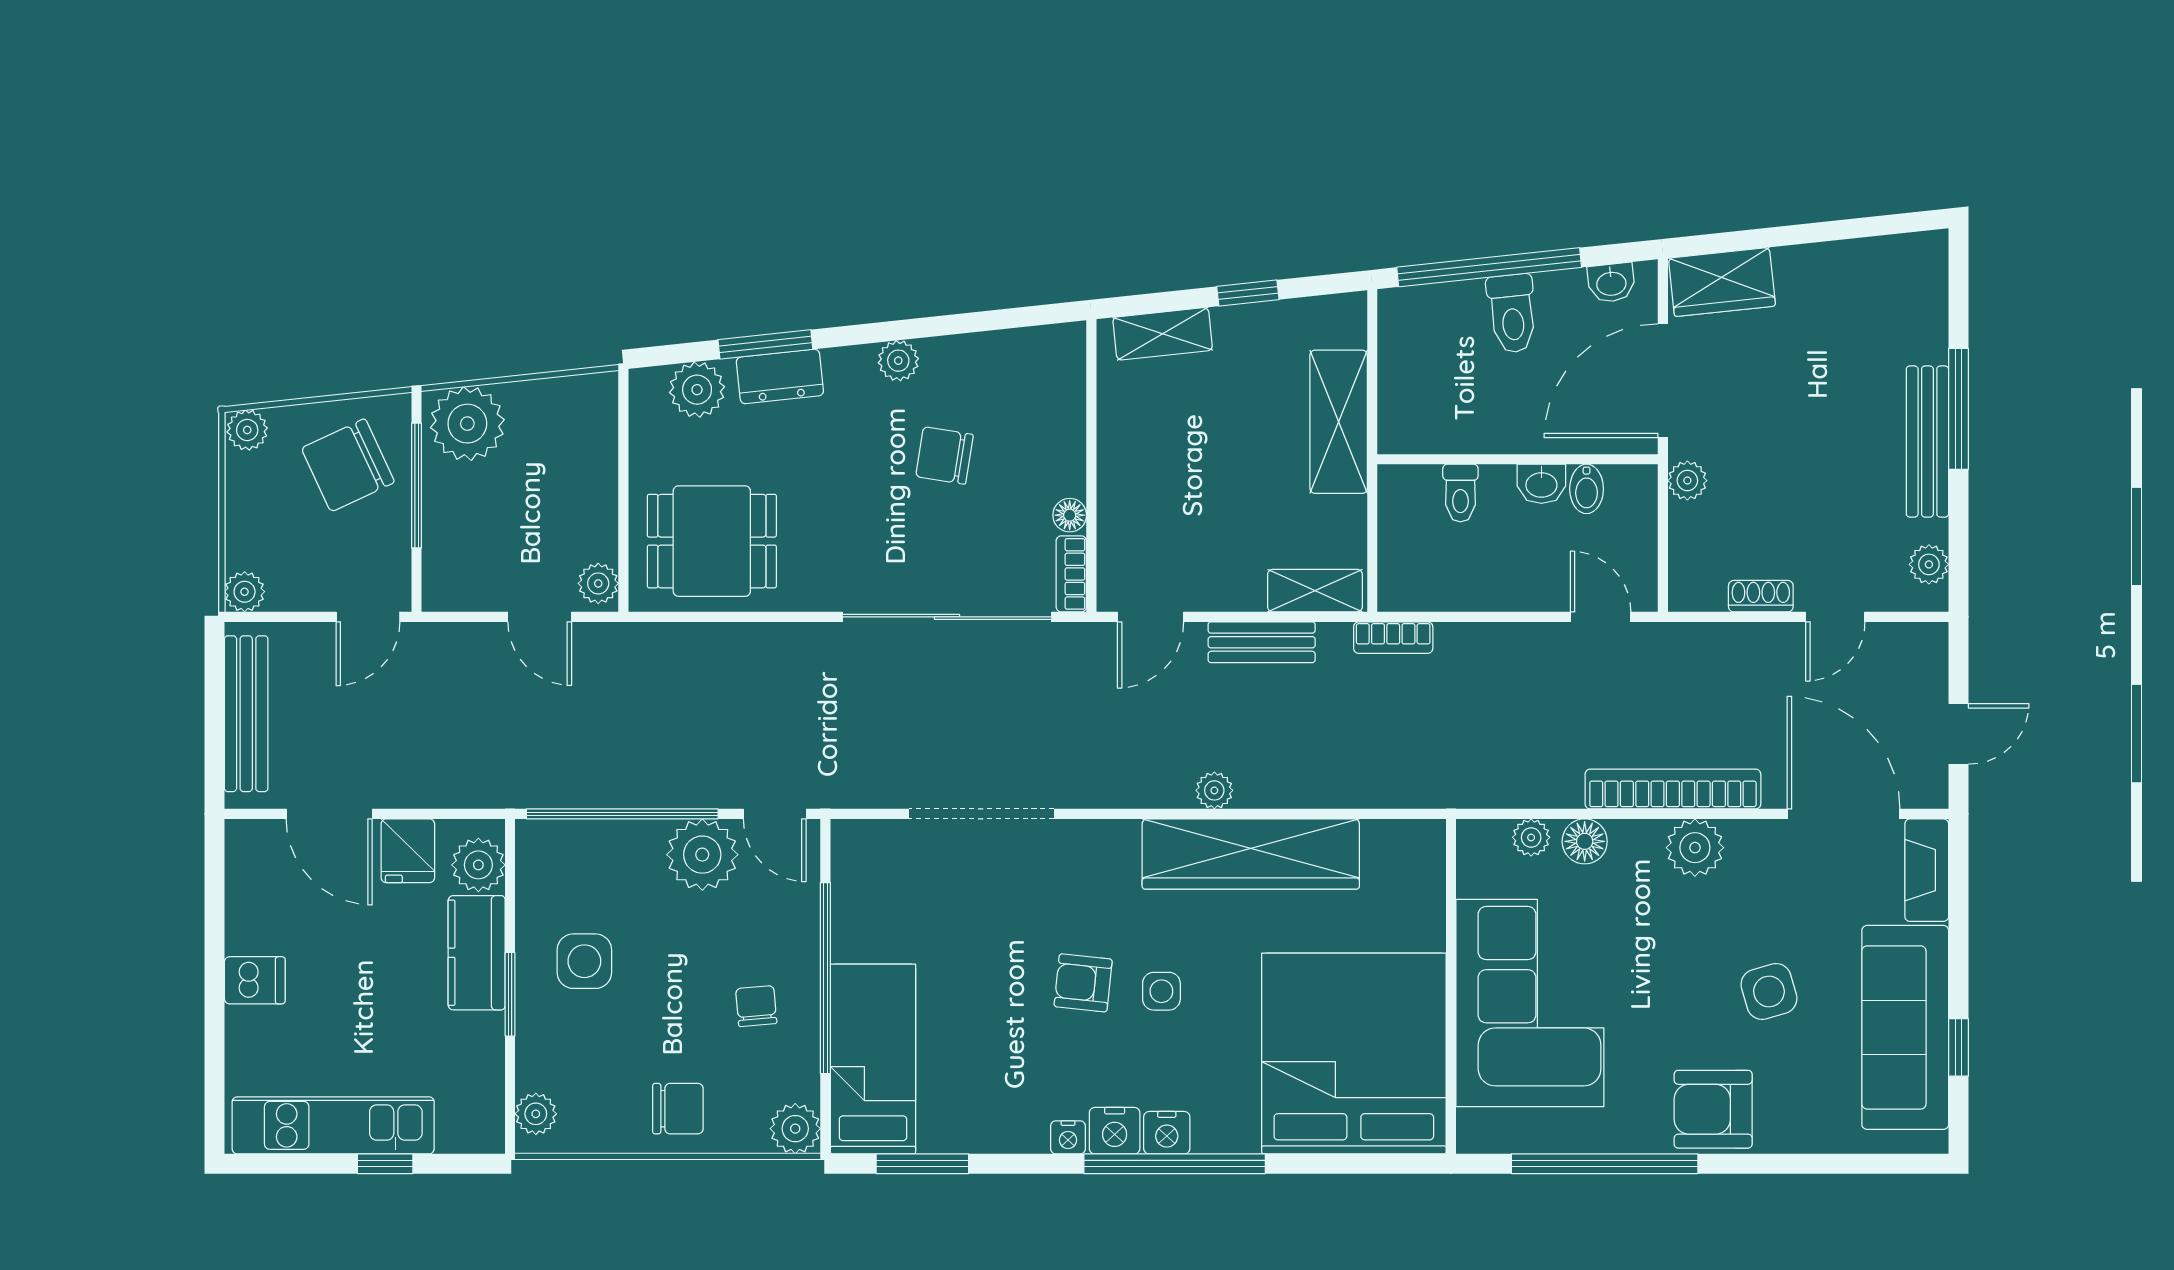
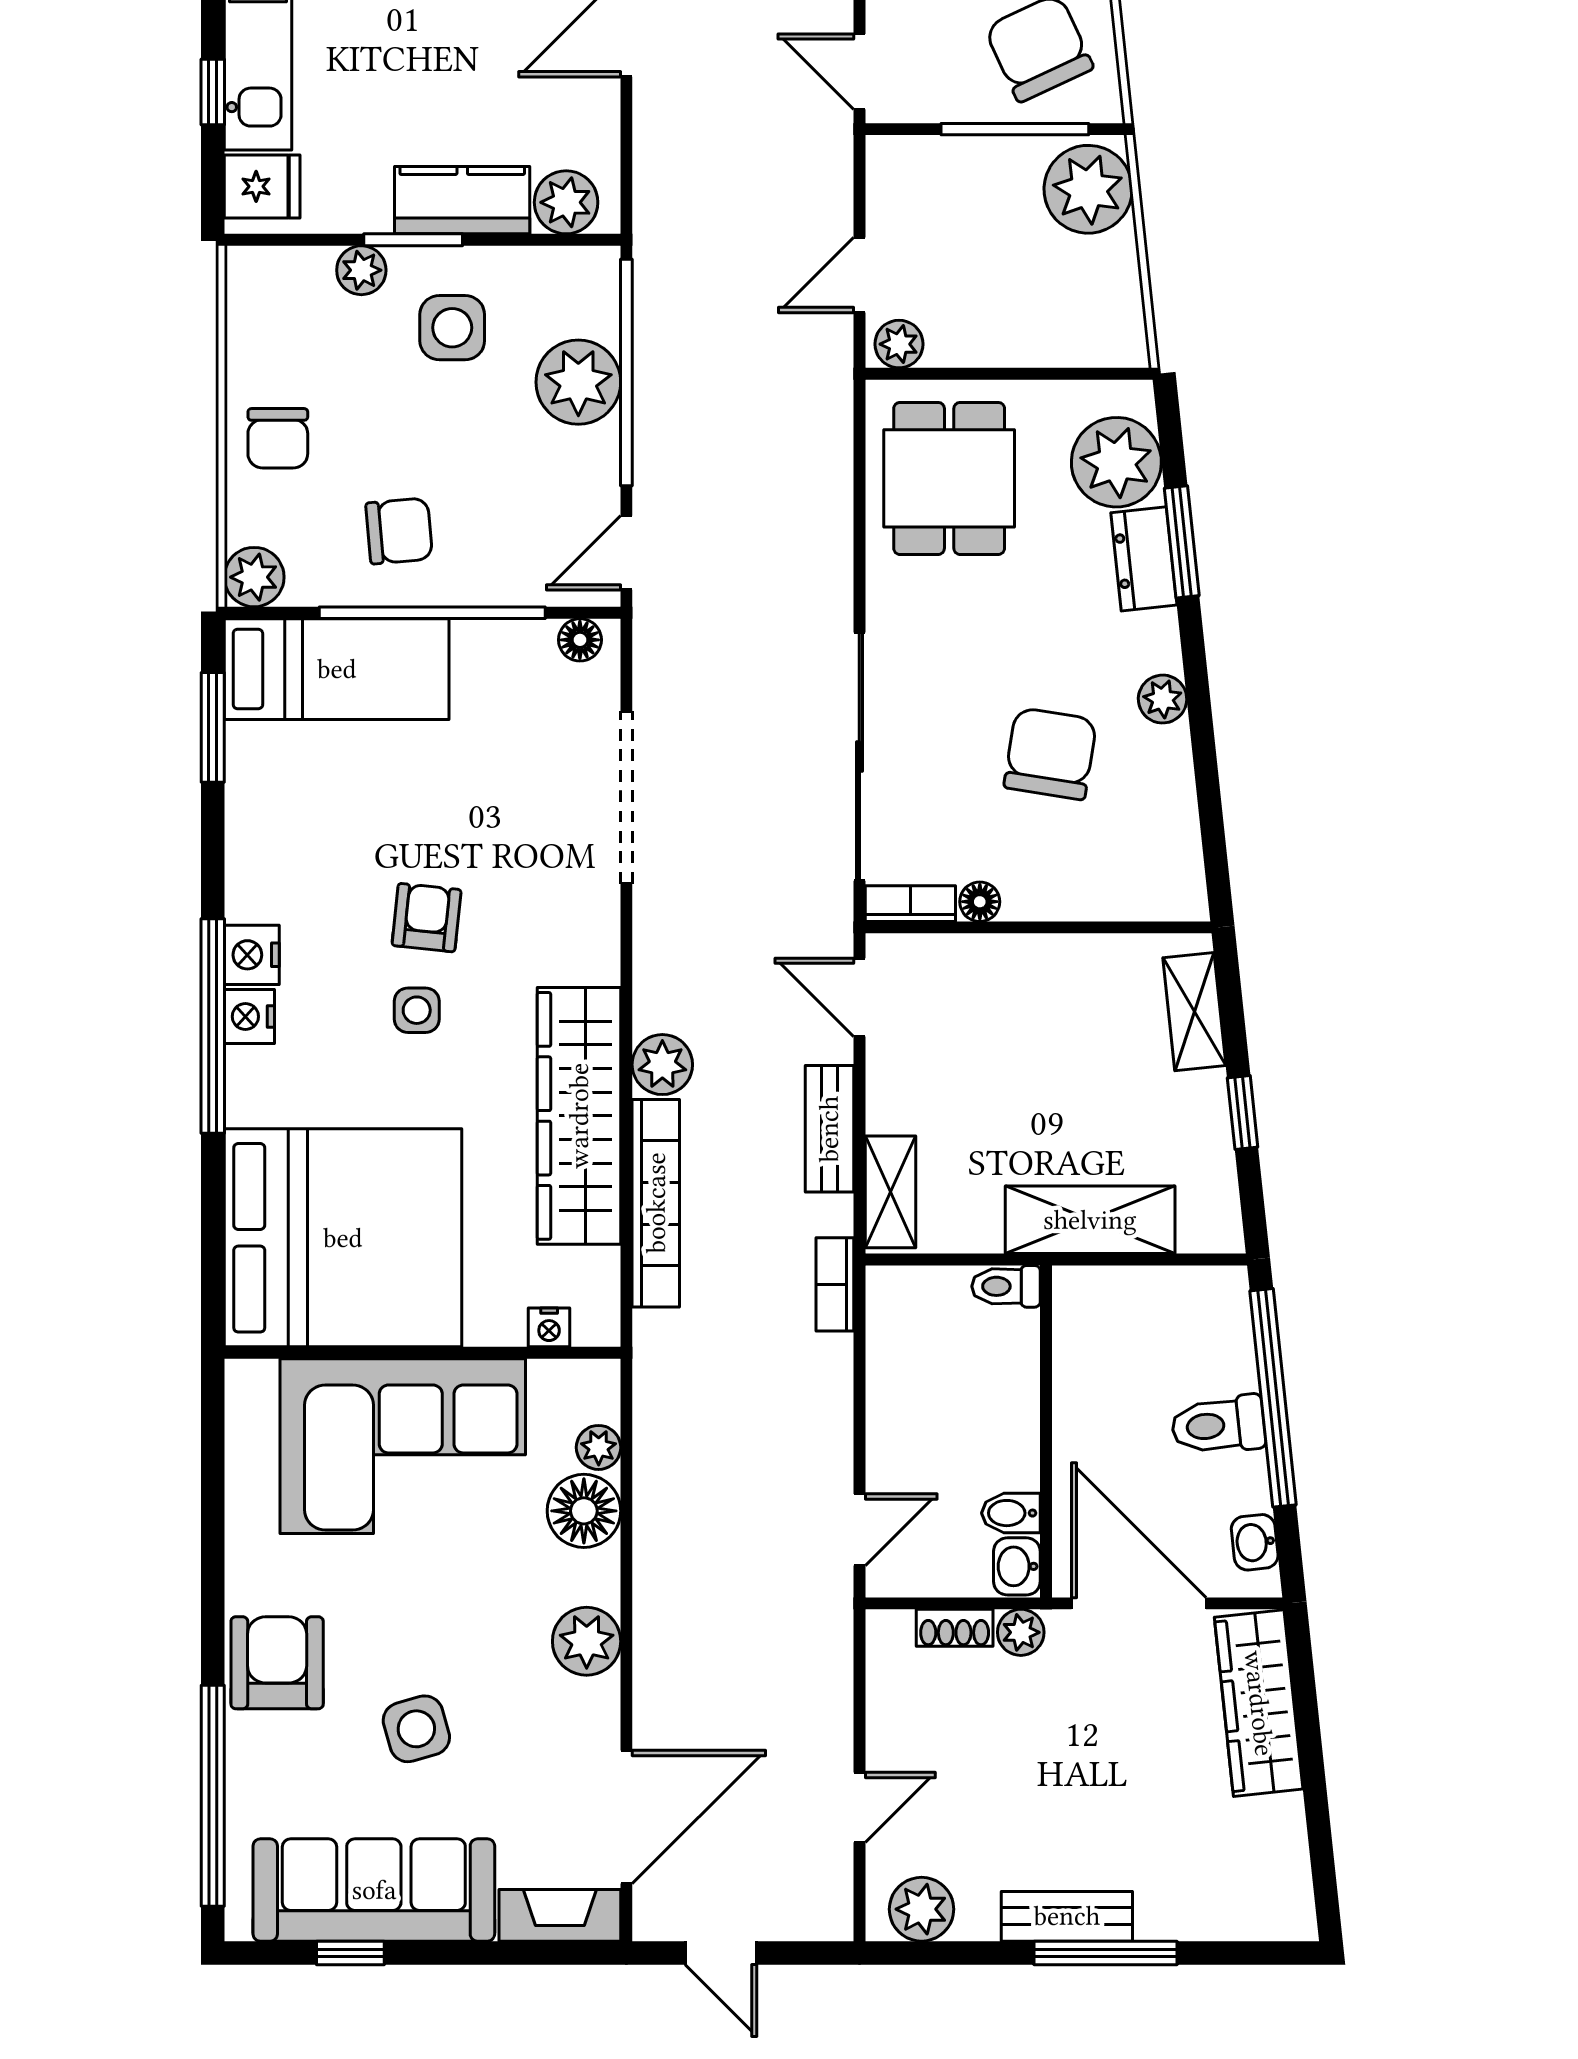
wardrobe: (1722, 282) -> (1259, 1703), width x1.50
plant: (697, 390) -> (1116, 462), width x1.36, depth x1.36
bench: (1927, 442) -> (1067, 1916), width x0.73
chair: (944, 456) -> (1050, 754), width x1.37, depth x1.37
washbasin: (1541, 484) -> (1017, 1566), moved
toilet: (1460, 493) -> (1006, 1286), moved
plant: (1929, 564) -> (922, 1909), width x1.38, depth x1.38
shoe rack: (1761, 596) -> (955, 1628), moved, turned 90
door: (1835, 617) -> (859, 1807), swing flipped
bookcase: (1673, 789) -> (656, 1203), moved
plant: (1214, 790) -> (662, 1065), width x1.38, depth x1.38
floor lamp: (1585, 841) -> (584, 1511), width x1.38, depth x1.38
fridge: (408, 851) -> (262, 186), moved, turned 180
floor lamp: (848, 853) -> (580, 640), added
plant: (702, 855) -> (578, 382), moved
chair: (756, 1006) -> (399, 531), width x1.37, depth x1.37
plant: (536, 1114) -> (361, 270), moved
nightstand: (1068, 1137) -> (549, 1327), moved, turned -90
window: (1605, 1164) -> (213, 1796), moved

